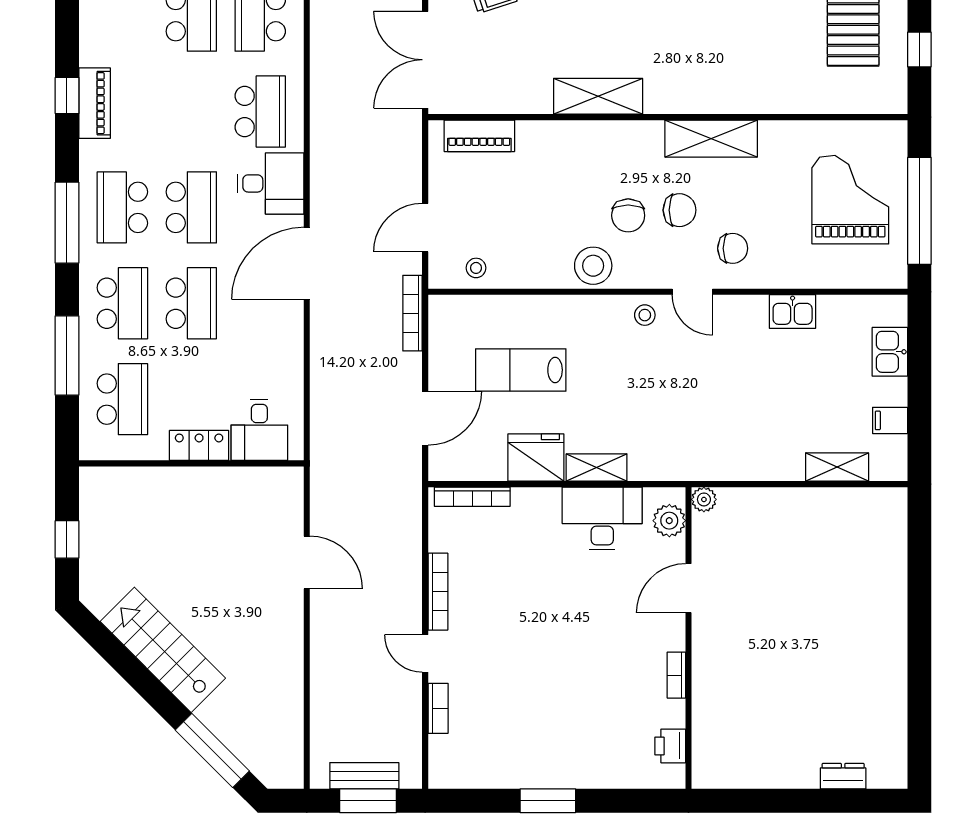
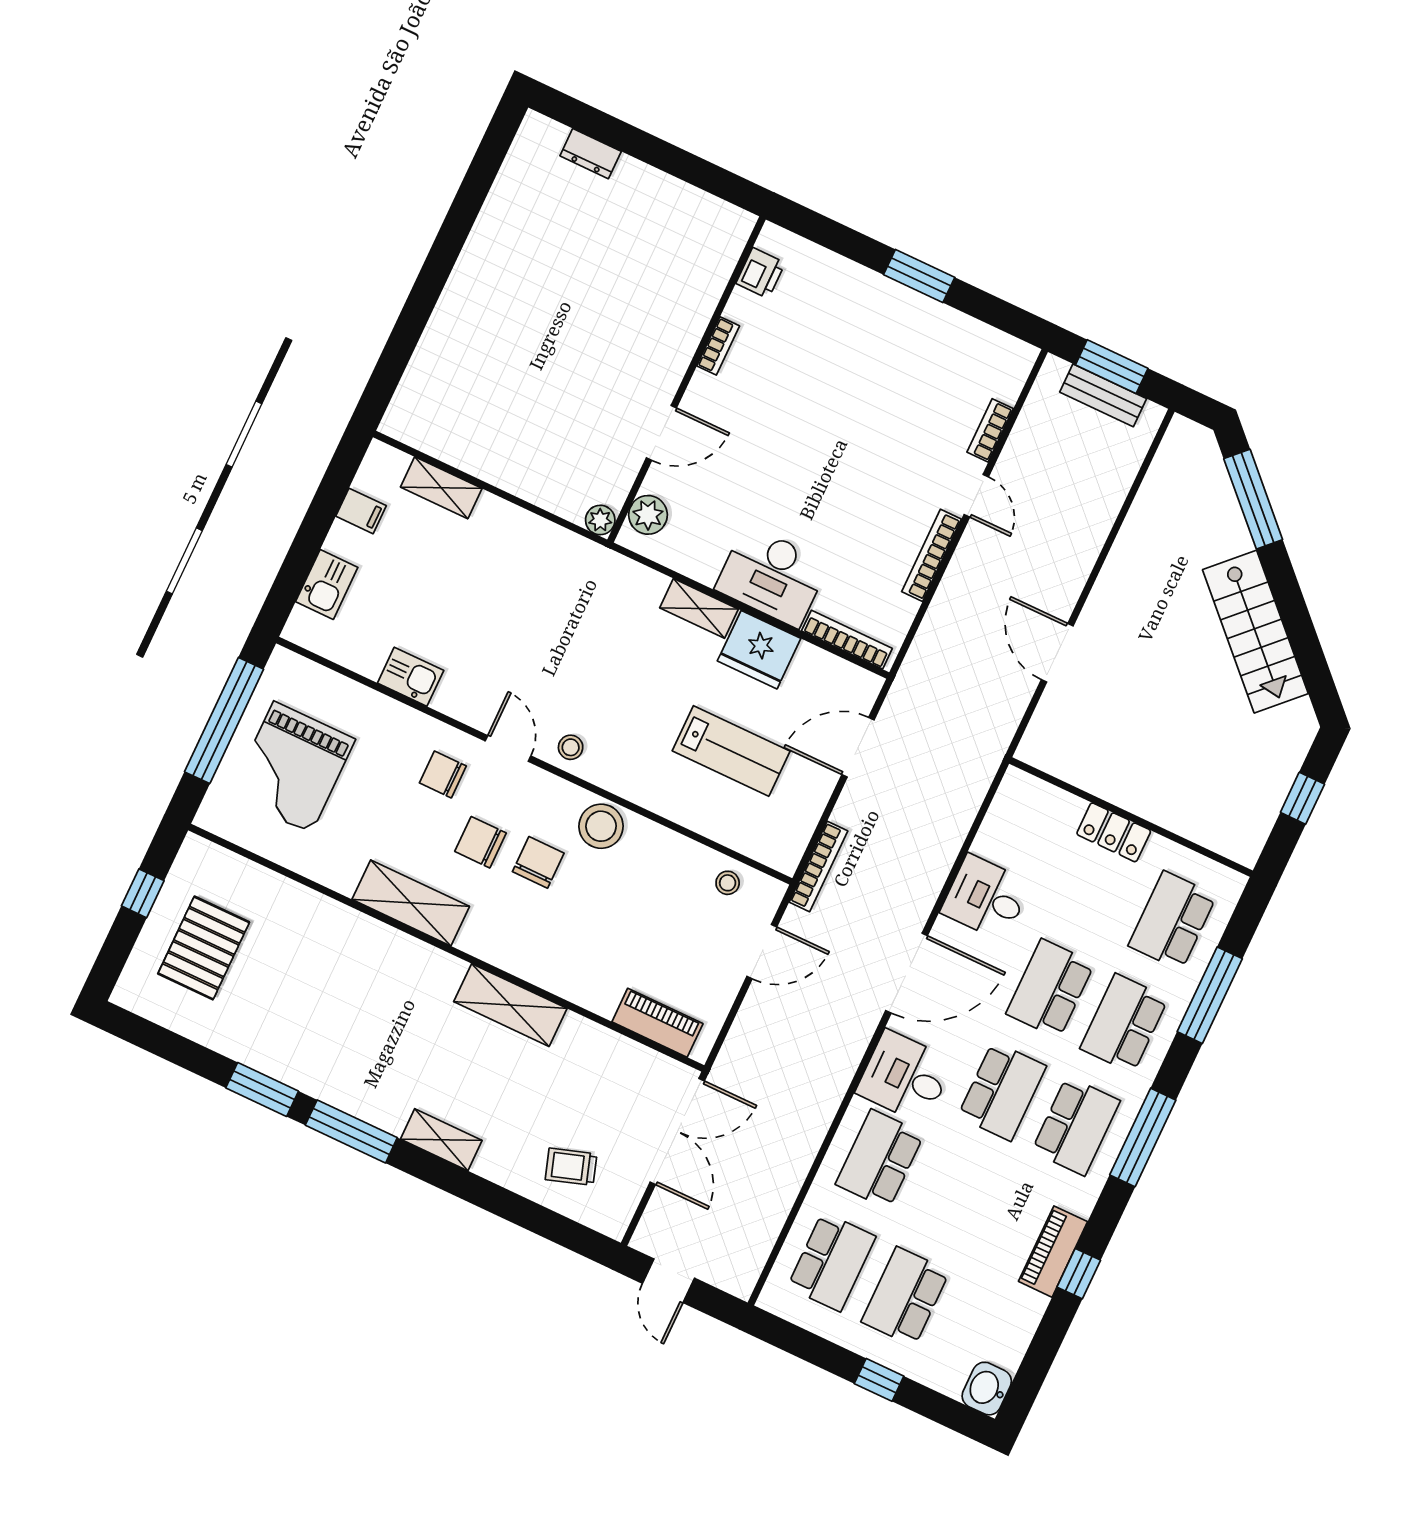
school desk: (191, 207) -> (1002, 1091), turned 180
desk: (259, 430) -> (986, 898), moved, turned -90
desk: (602, 519) -> (772, 576), moved

